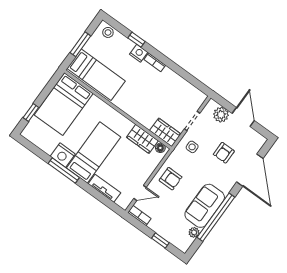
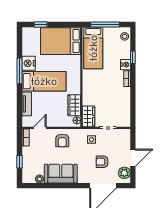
window: (80, 44) -> (105, 25), width x1.44
plant: (221, 115) -> (124, 173), moved
door: (140, 193) -> (40, 128), swing flipped
window: (216, 217) -> (59, 186), removed

